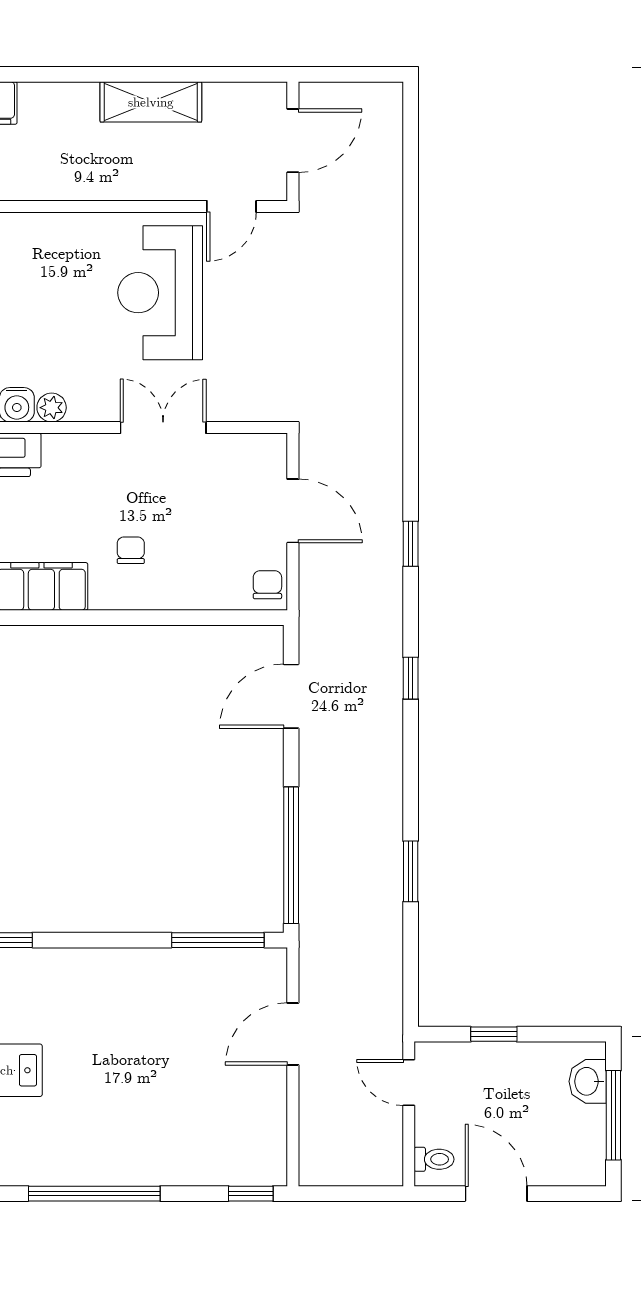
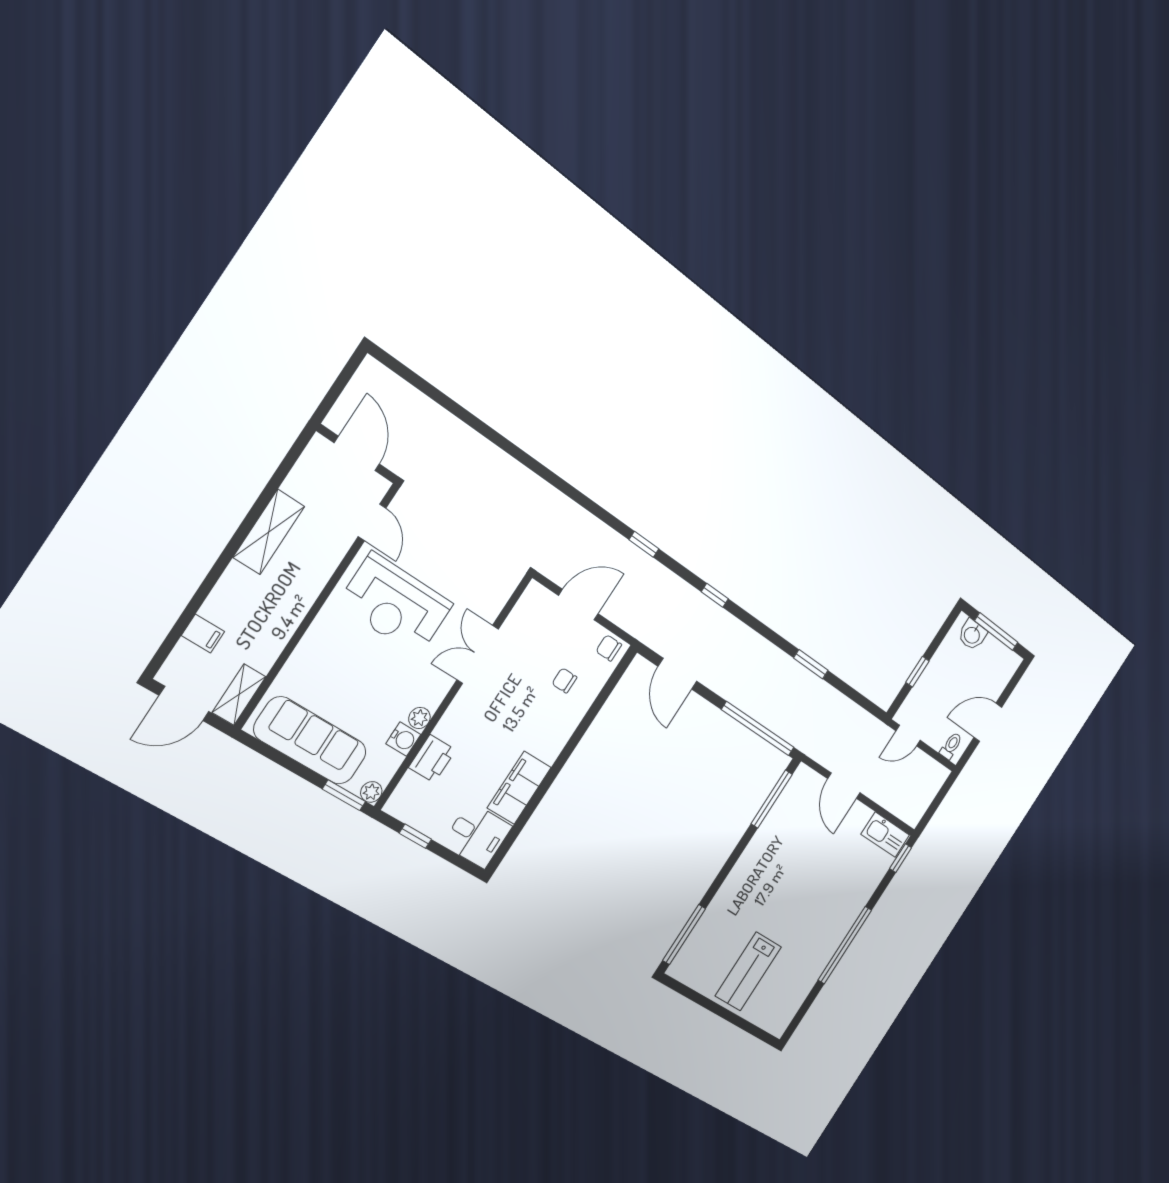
chair: (131, 550) -> (564, 680), moved
kitchen sink: (267, 1146) -> (885, 835), added

